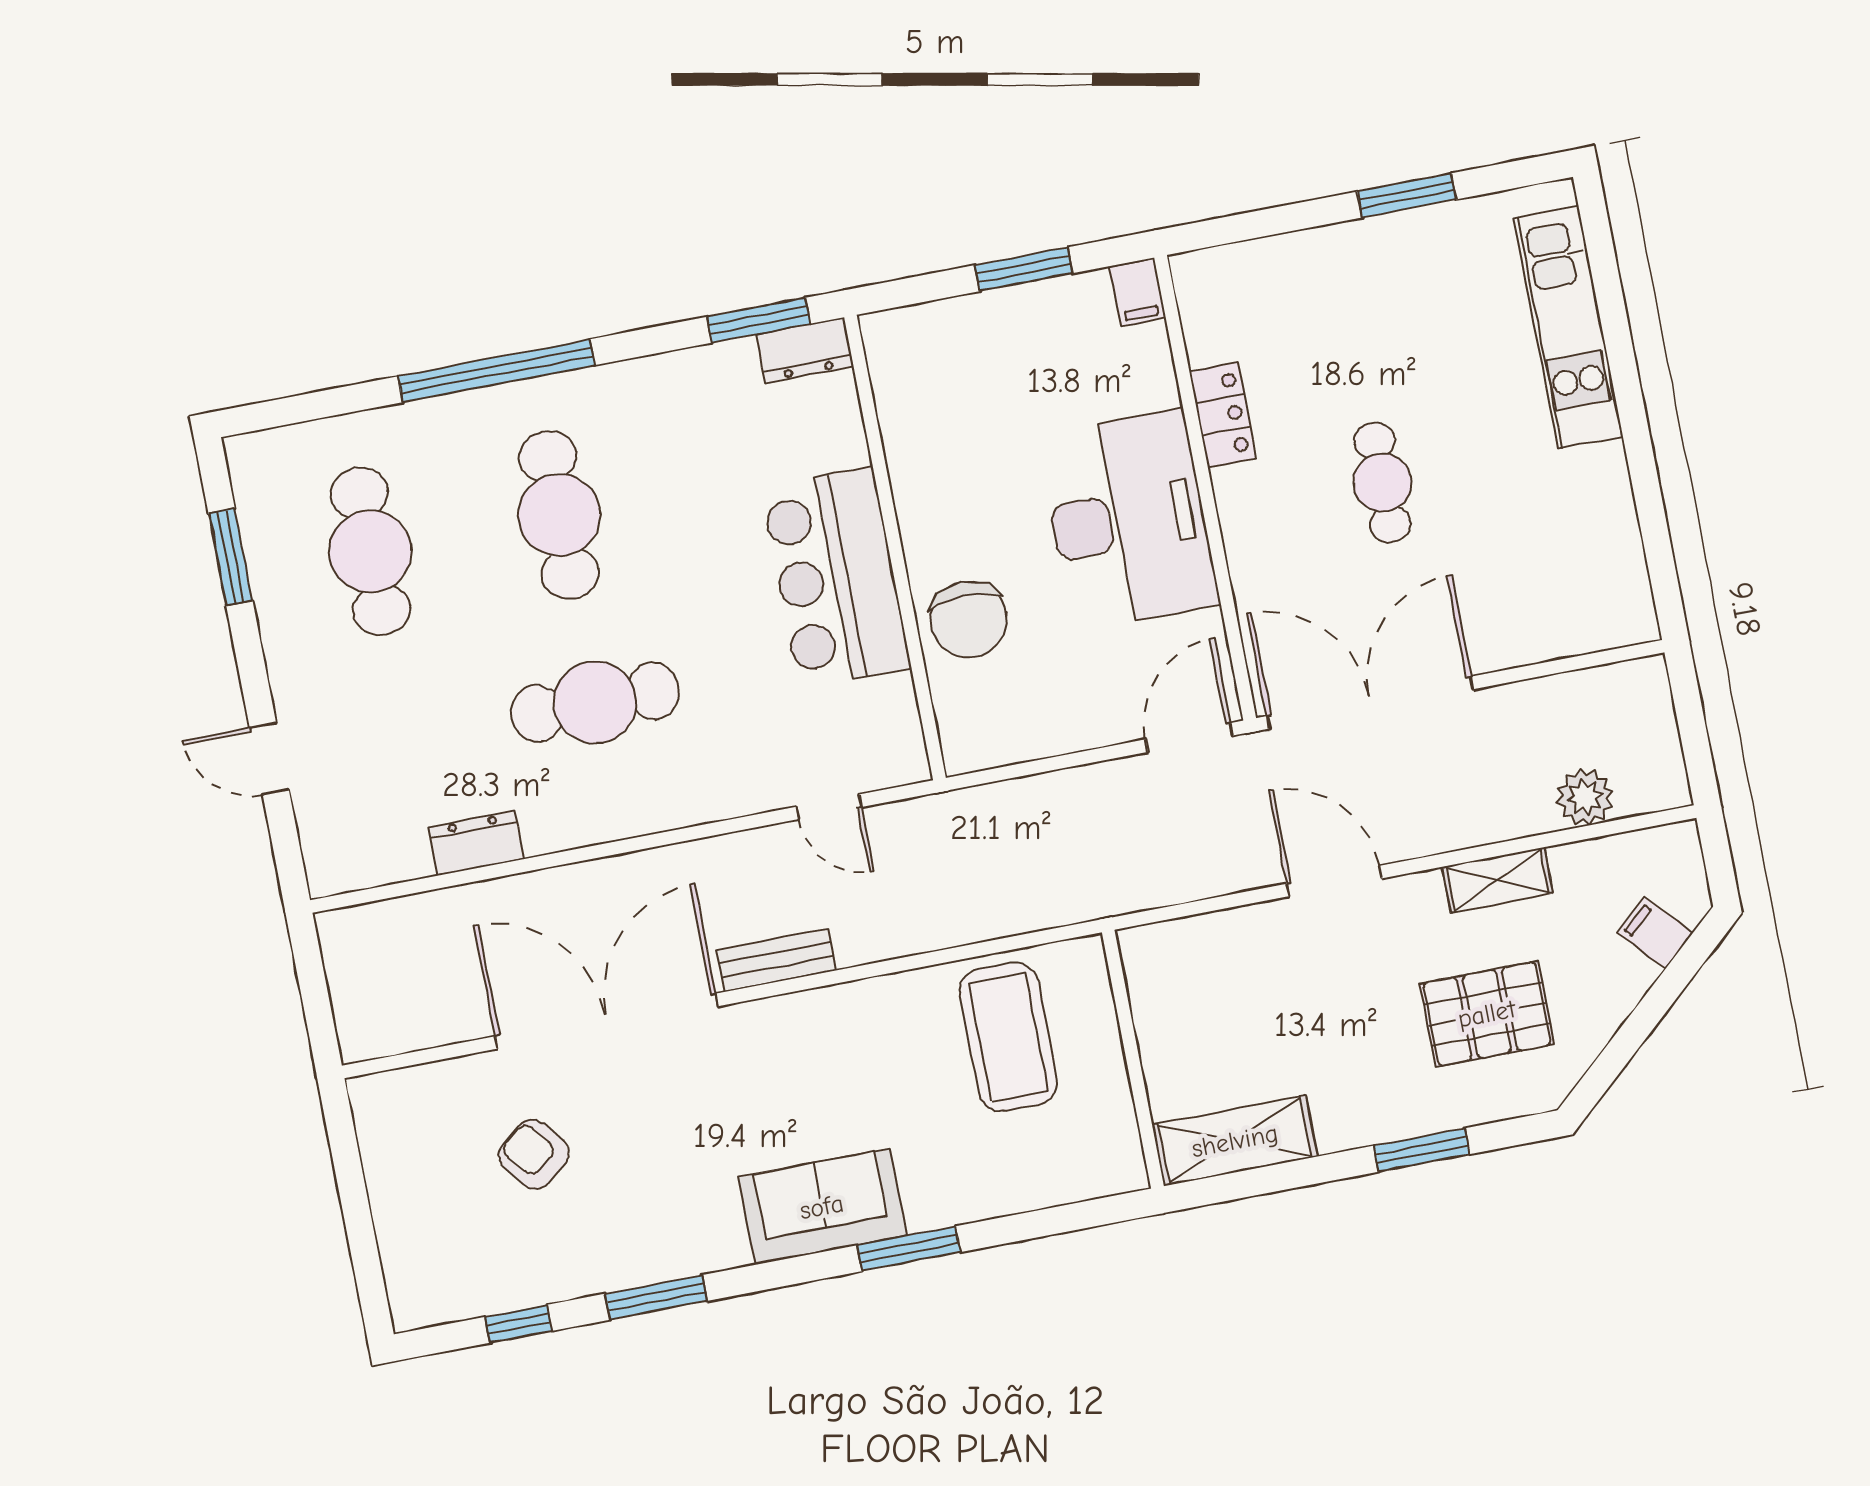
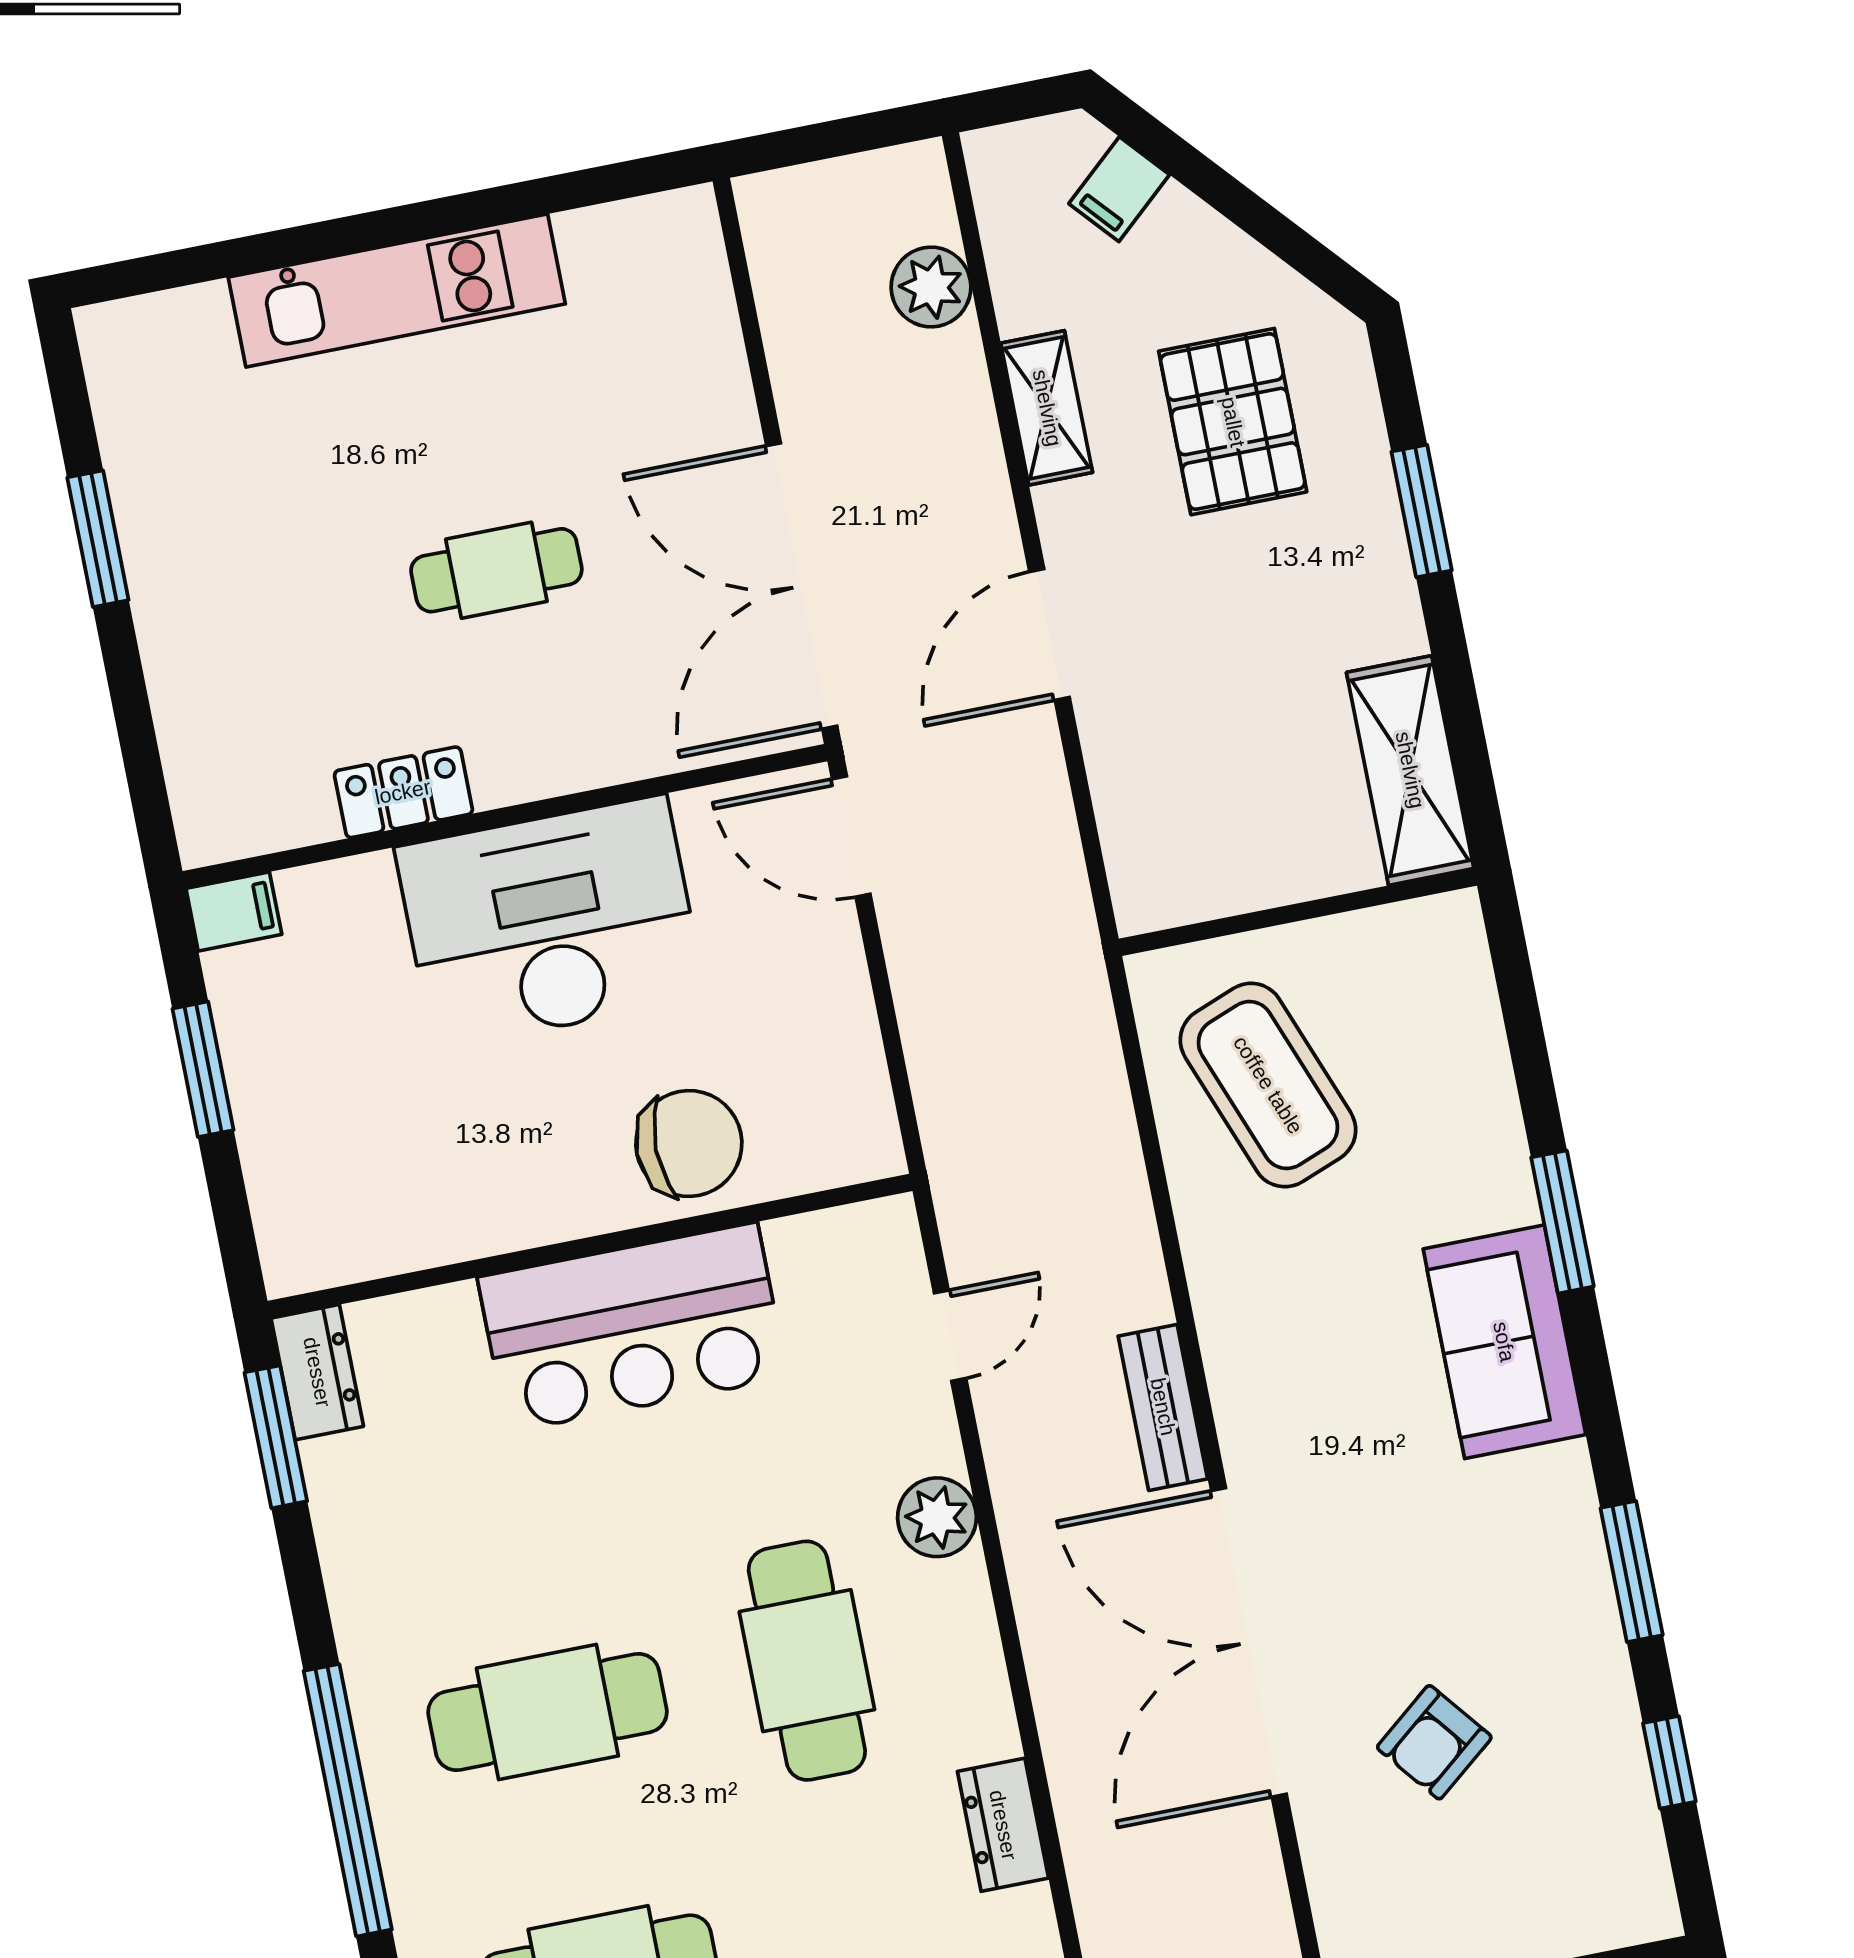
kitchen unit: (1568, 327) -> (397, 291), moved
plant: (698, 797) -> (937, 1517), added
coffee table: (1008, 1037) -> (1268, 1085), turned 69

